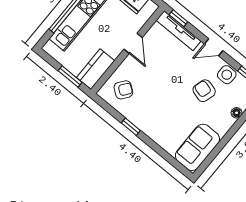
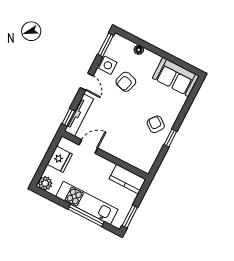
door: (133, 43) -> (88, 147), moved
window: (70, 77) -> (130, 216), moved
armchair: (123, 90) -> (156, 124), moved

